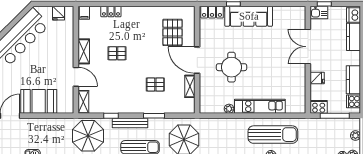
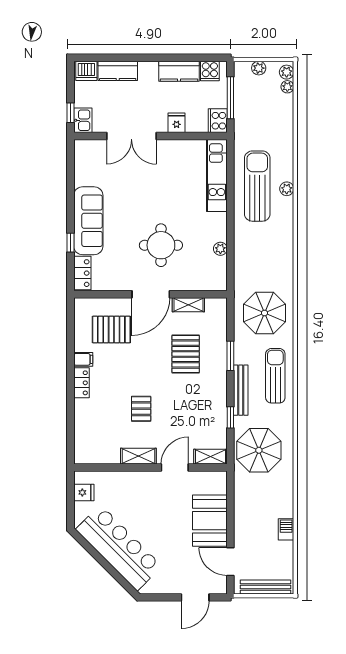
locker: (111, 12) -> (81, 383), moved
filing cabinet: (84, 13) -> (83, 359), moved
pallet: (155, 84) -> (186, 354), width x1.50, depth x1.42
kitchen unit: (260, 106) -> (217, 175), moved

